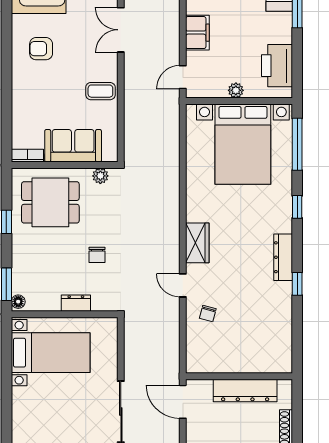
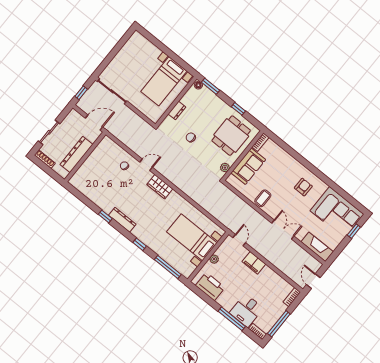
bed with nightstands: (243, 144) -> (192, 237), width x0.73

